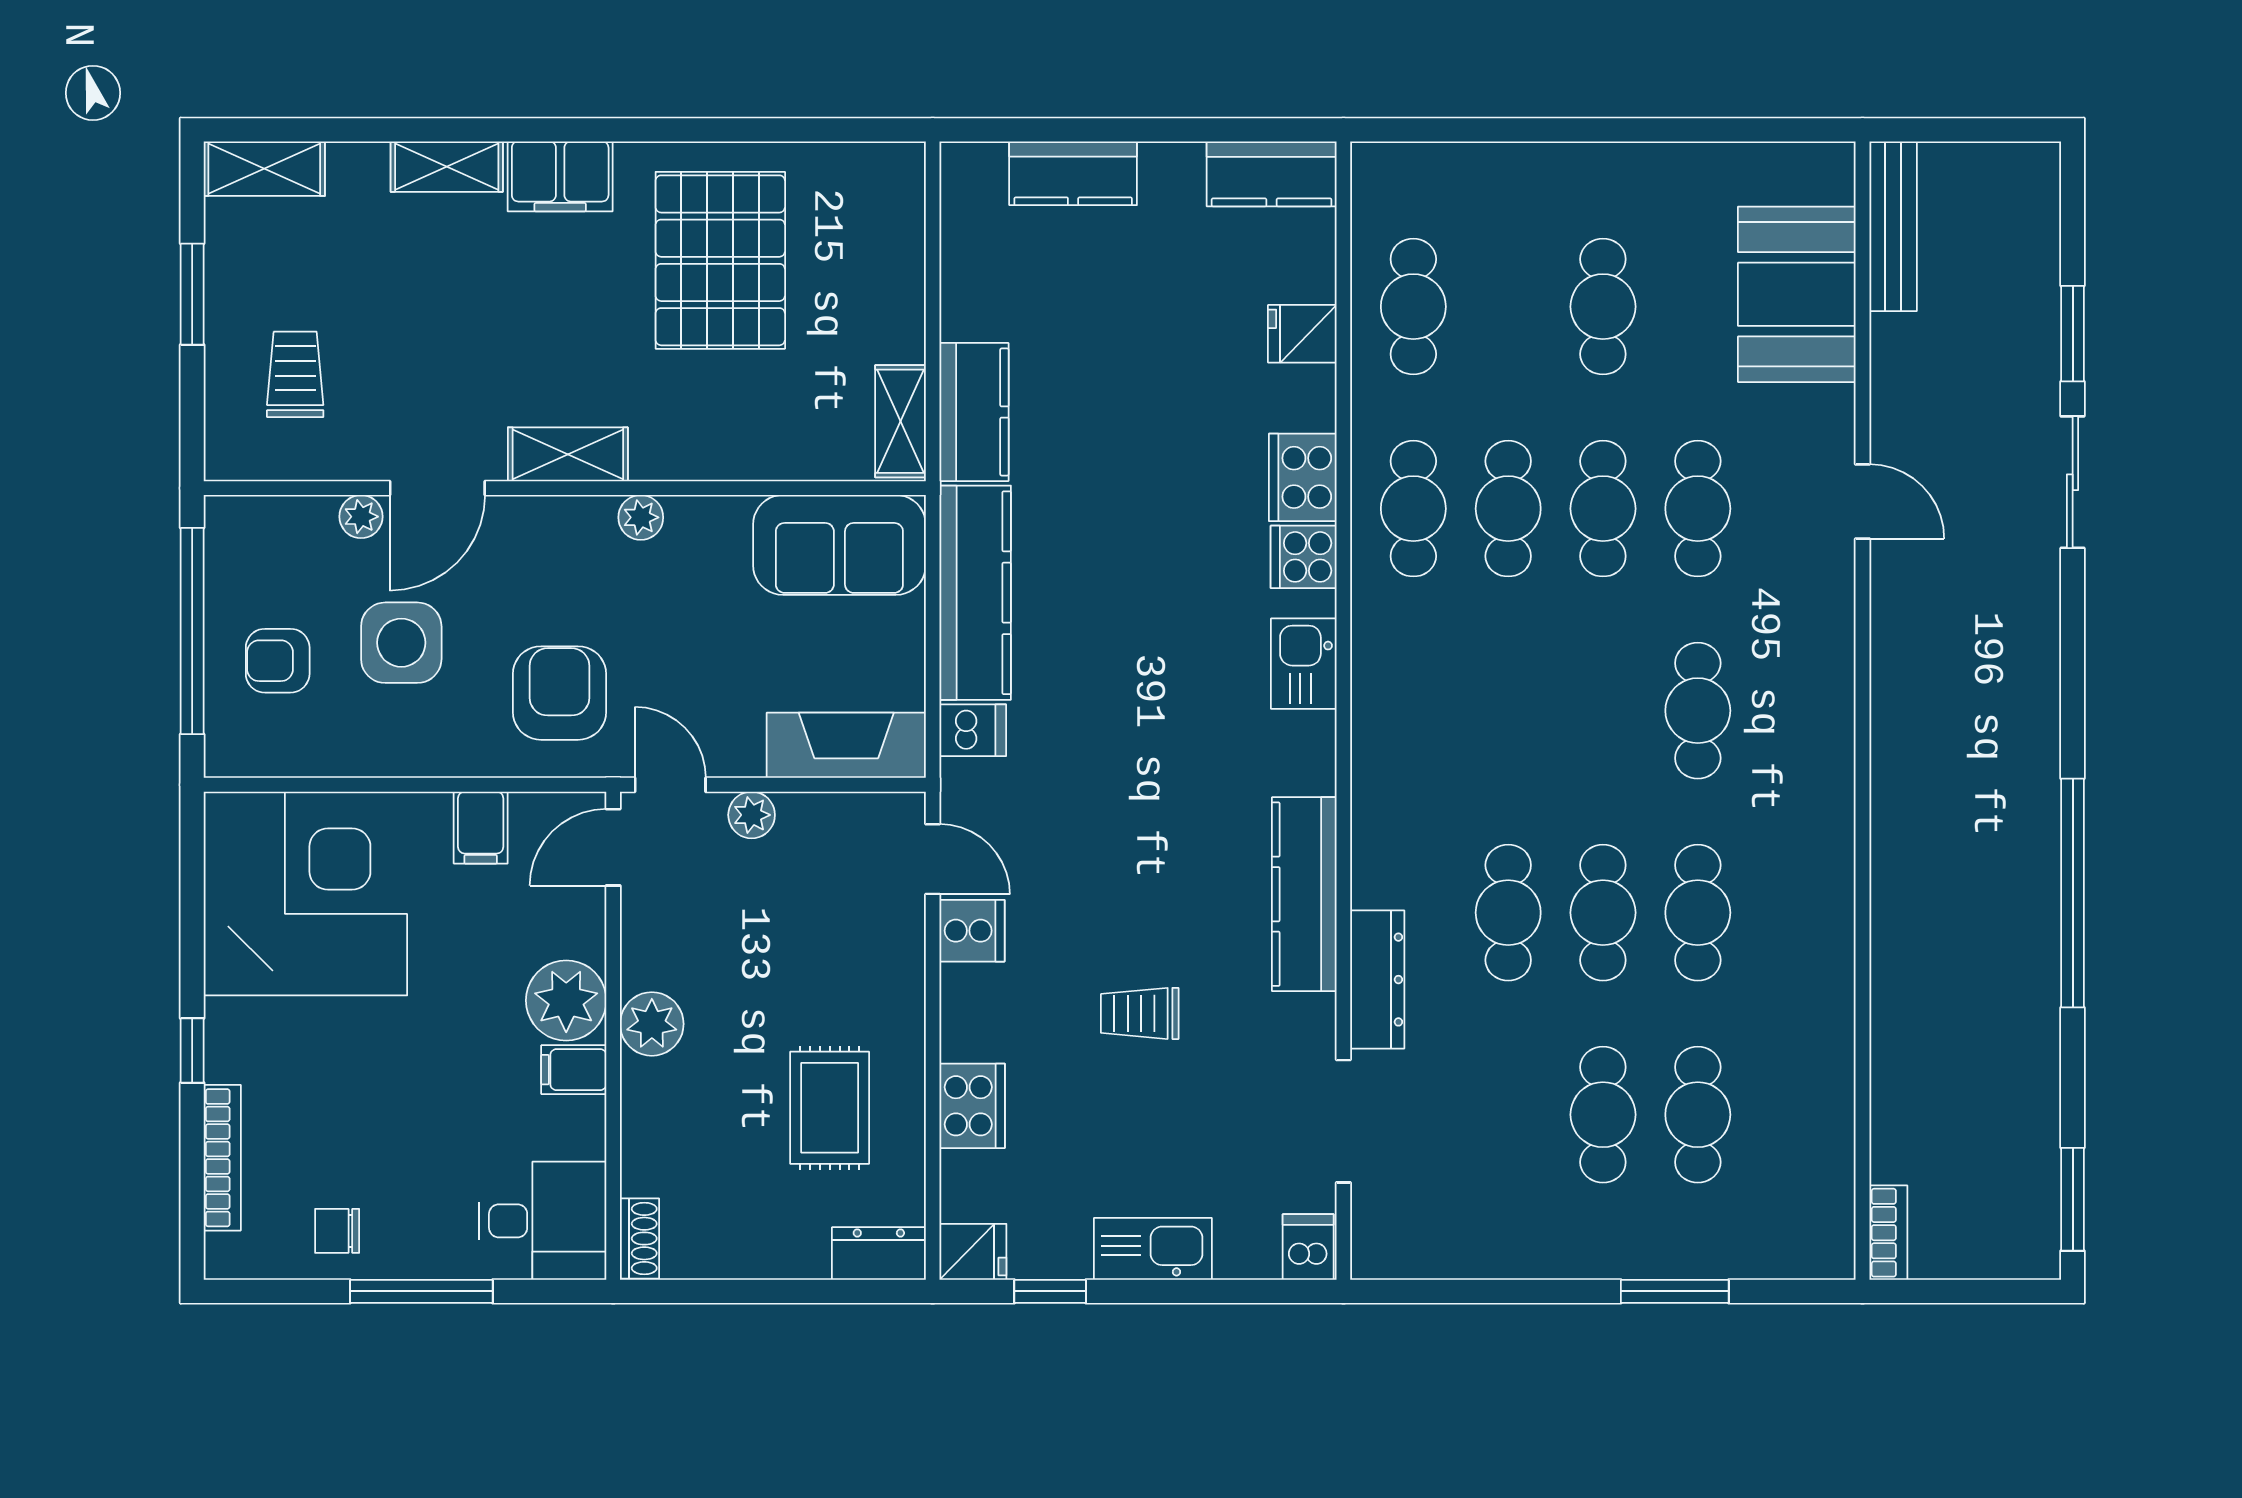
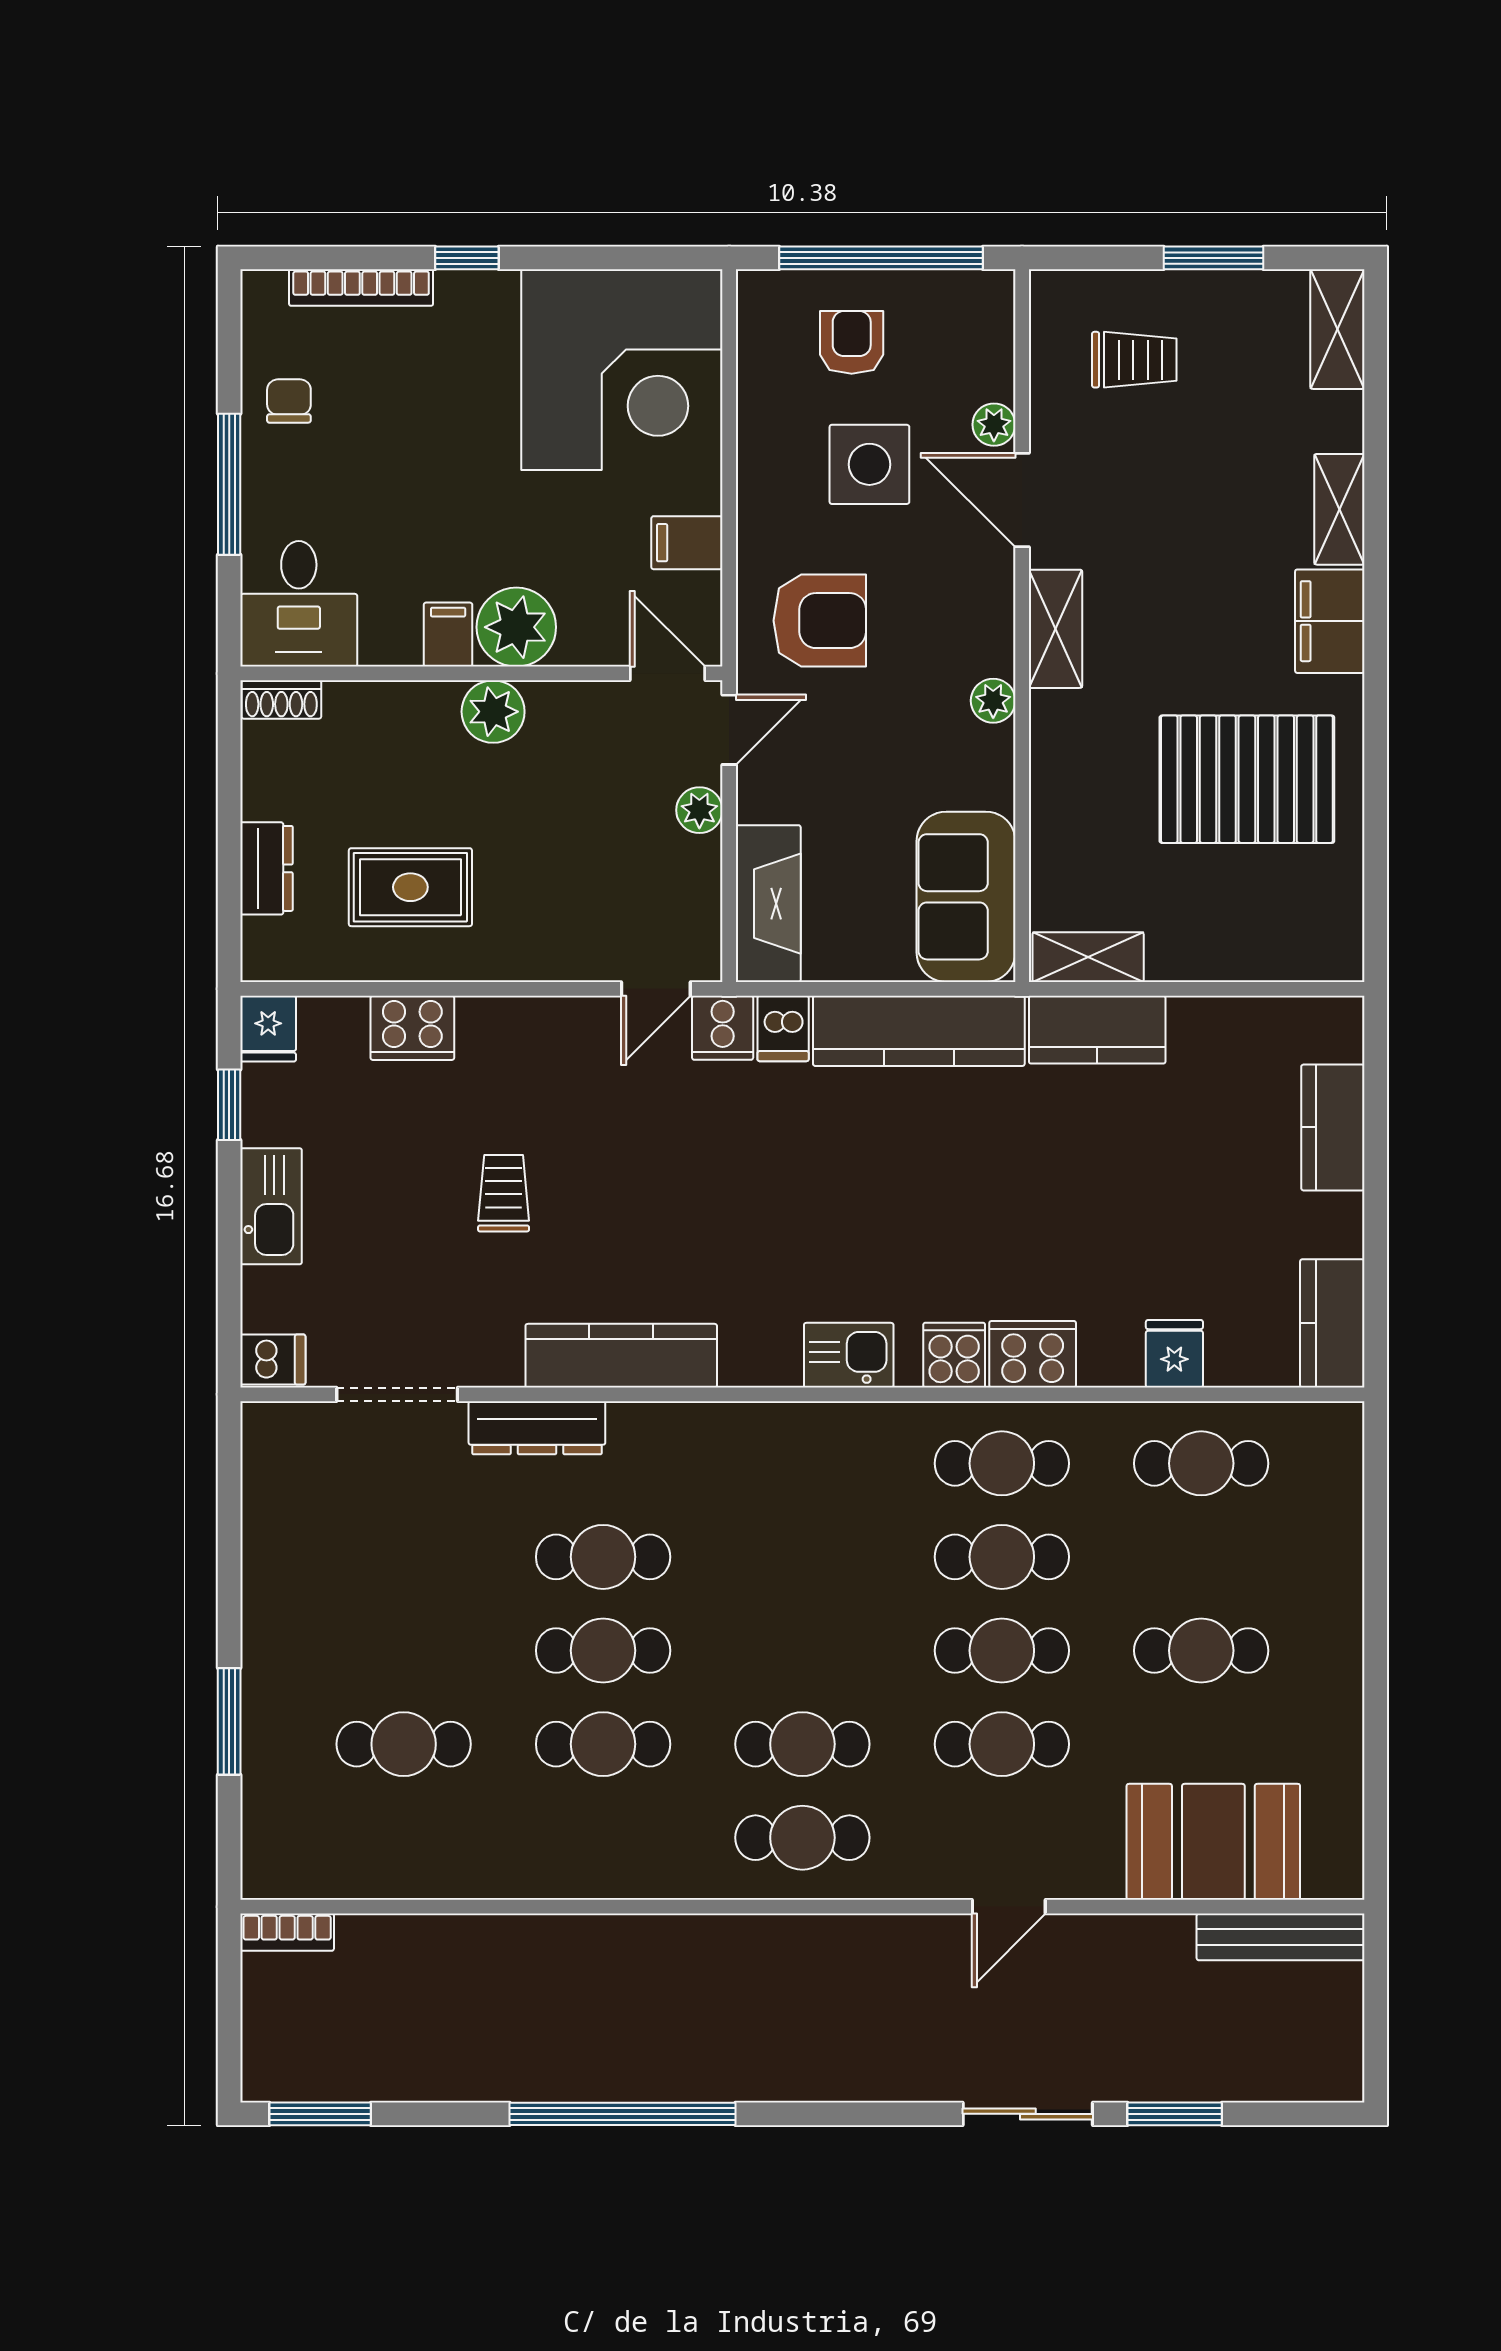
cooker: (972, 931) -> (723, 1028), moved
cafe table: (1603, 1115) -> (802, 1838), moved
dresser: (879, 1254) -> (266, 868), moved

